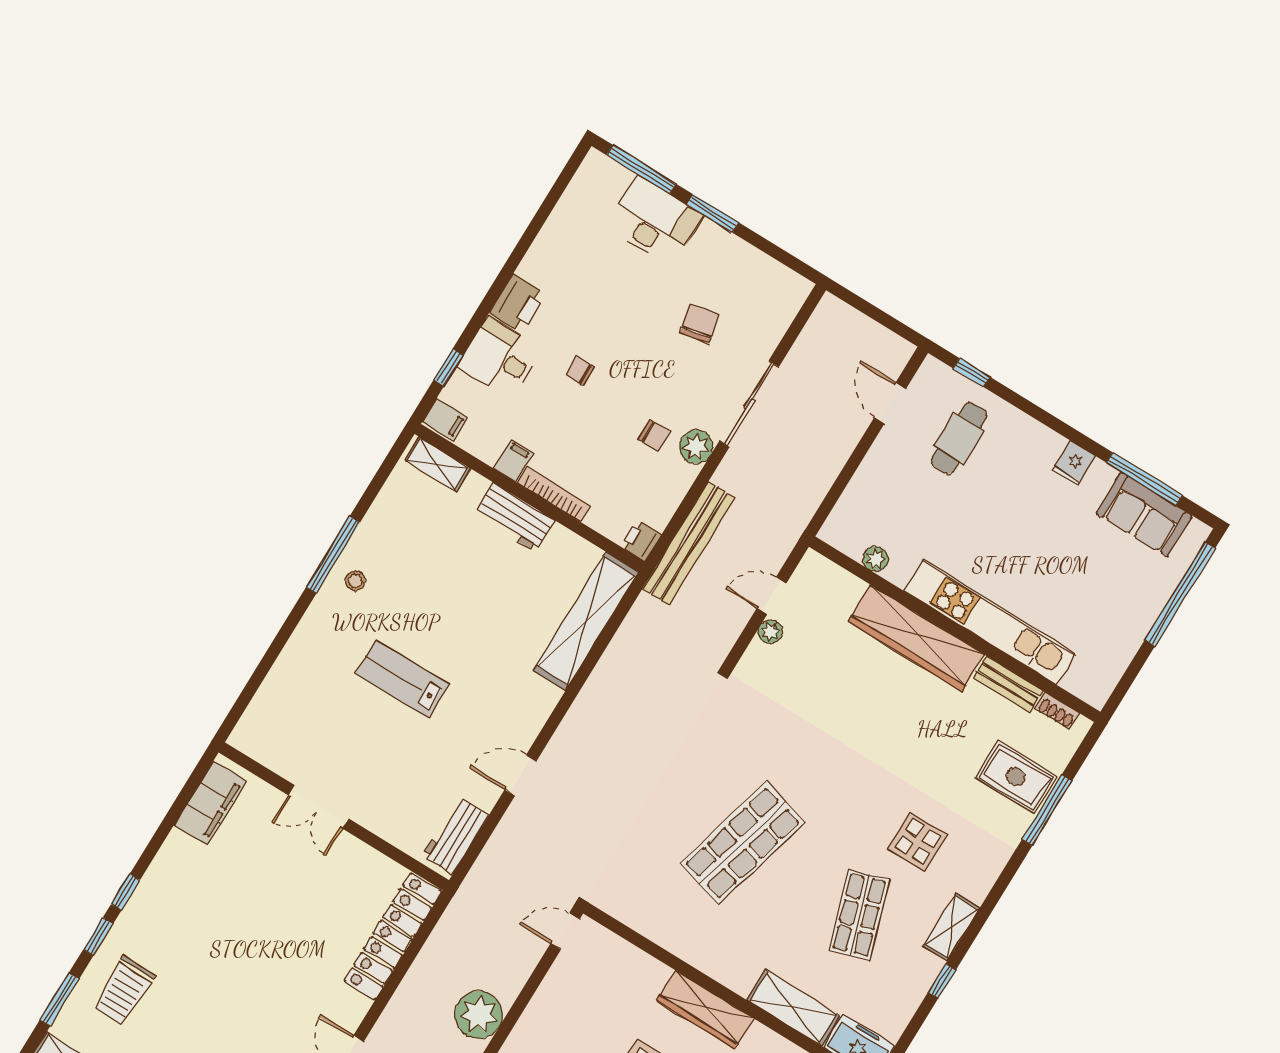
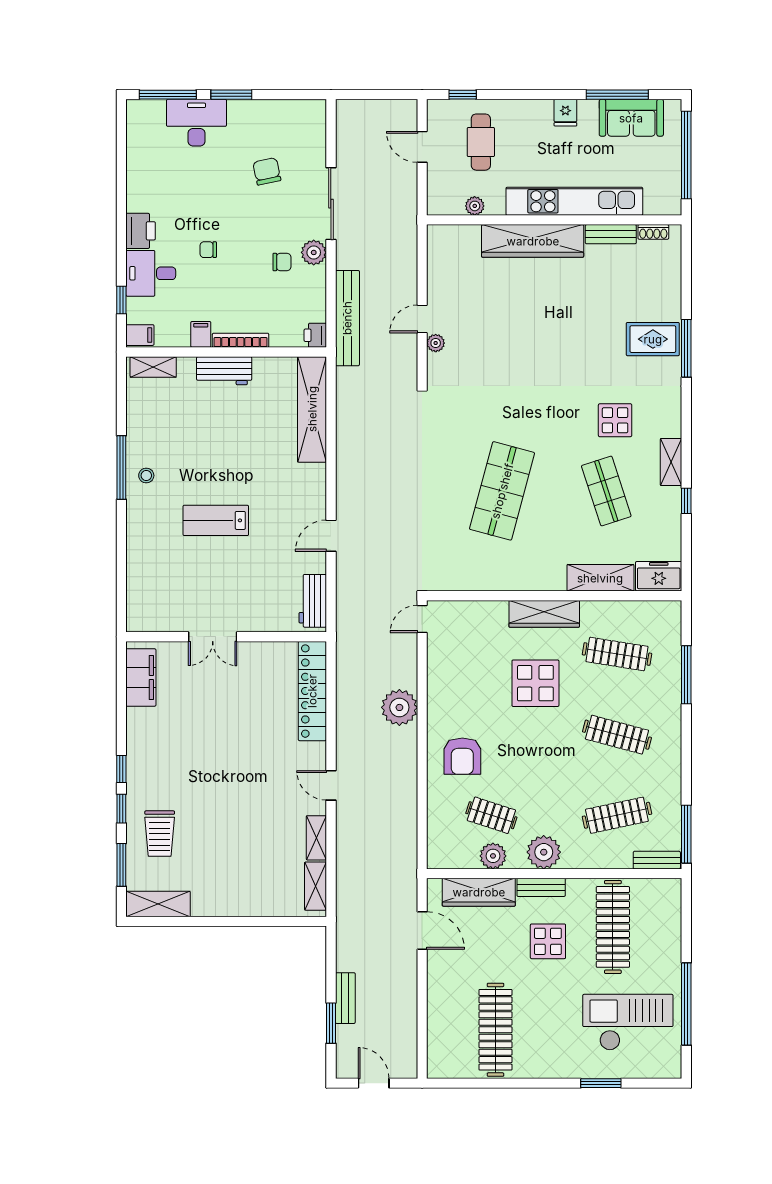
plant: (875, 559) -> (475, 206), moved
kitchen unit: (990, 622) -> (574, 201), moved
wall: (955, 629) -> (554, 220), moved
wardrobe: (916, 638) -> (533, 241), moved
bench: (1008, 684) -> (611, 234), moved
shoe rack: (1057, 711) -> (653, 232), moved

